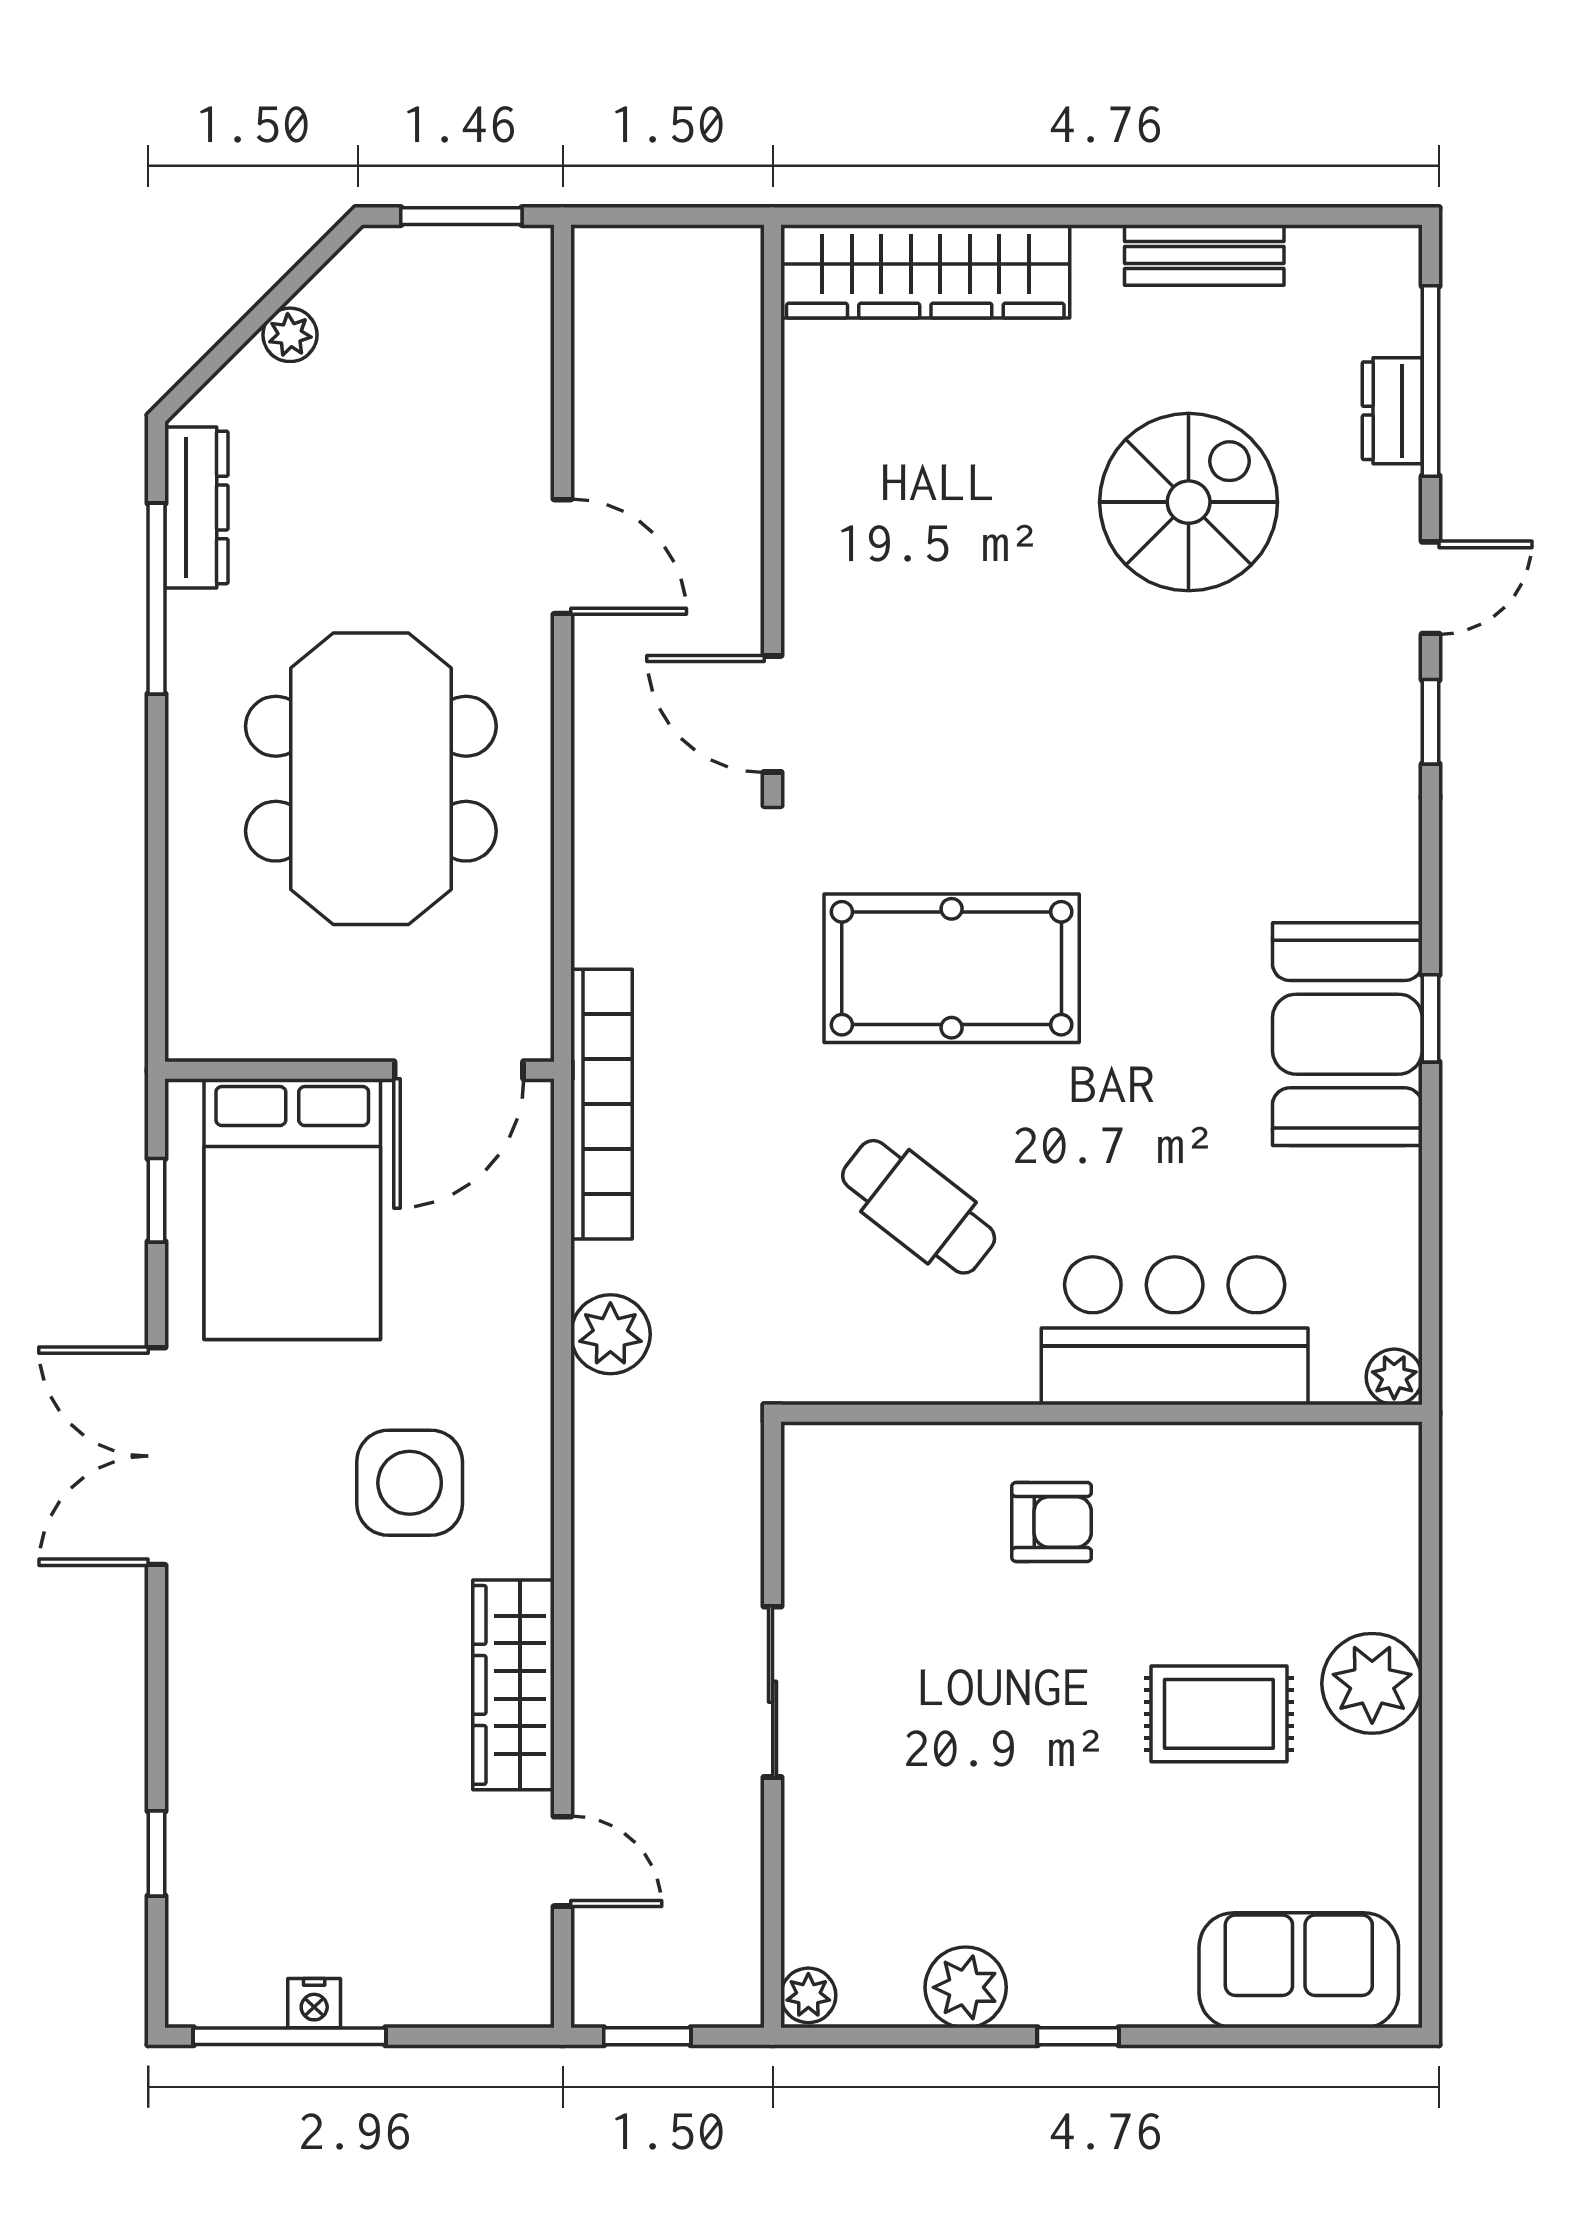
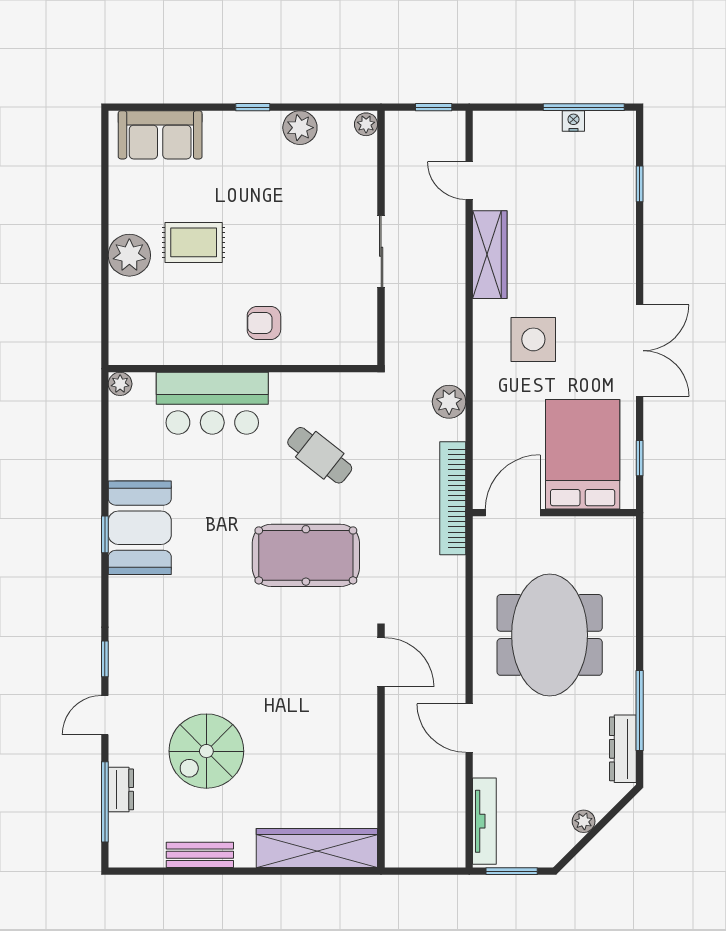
tv unit: (526, 335) -> (484, 821), added

